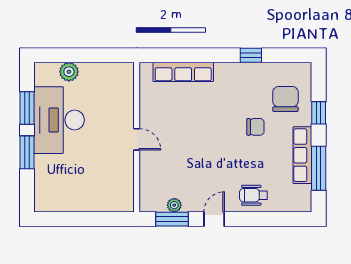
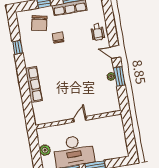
chair: (285, 99) -> (39, 23), turned -77
wall: (137, 137) -> (78, 120), moved
door: (137, 139) -> (80, 119), moved

